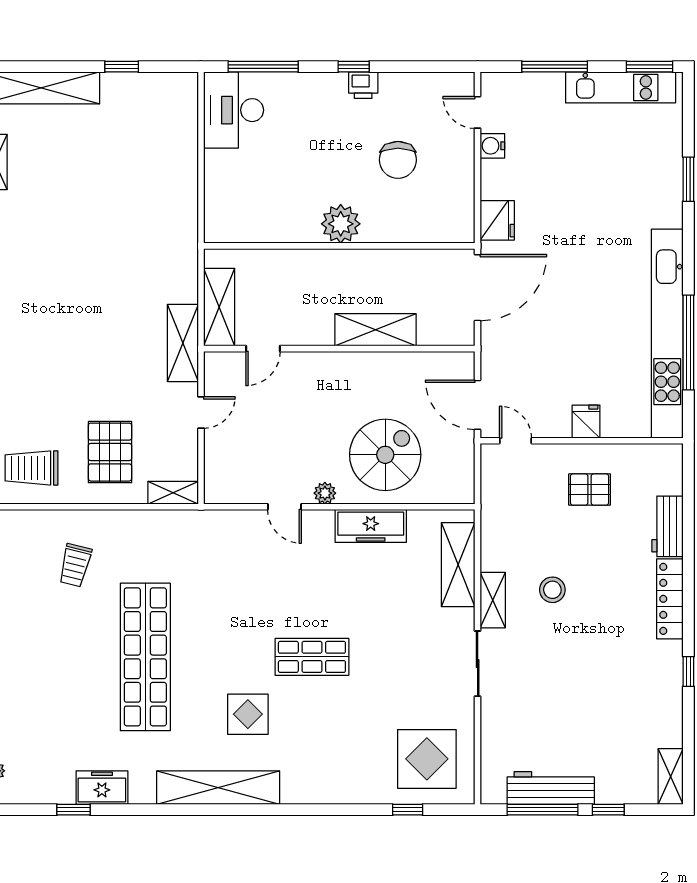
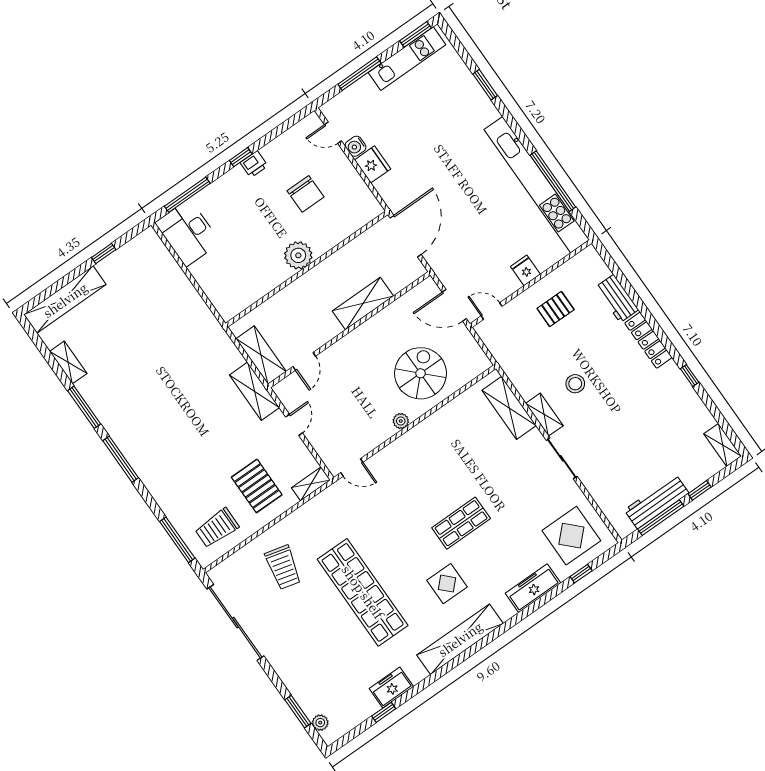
fridge: (497, 220) -> (373, 164), moved
door: (284, 507) -> (352, 467), moved
freezer: (371, 526) -> (533, 588), moved, turned 180
trolley: (75, 565) -> (283, 567), width x1.36, depth x1.39

